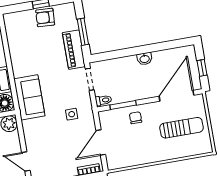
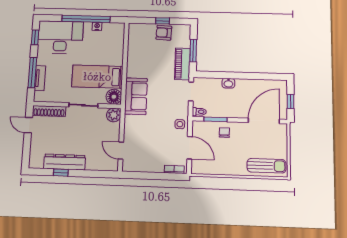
washbasin: (145, 59) -> (228, 83), moved
side table: (72, 114) -> (180, 124), moved
sun lounger: (182, 128) -> (267, 166), moved
door: (101, 142) -> (190, 148), swing flipped

